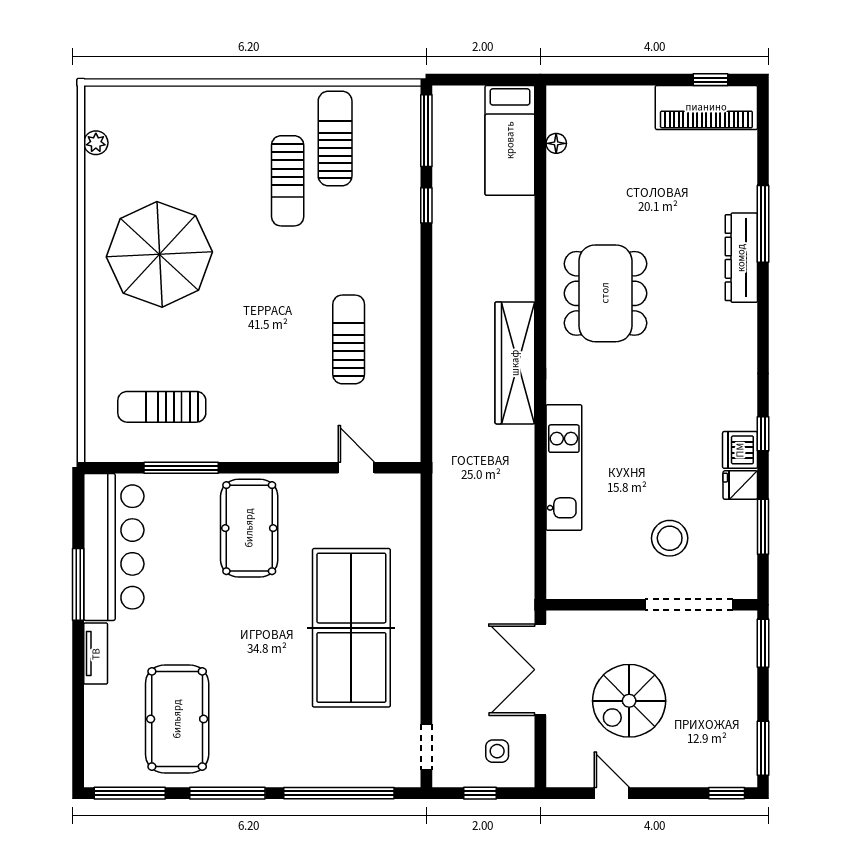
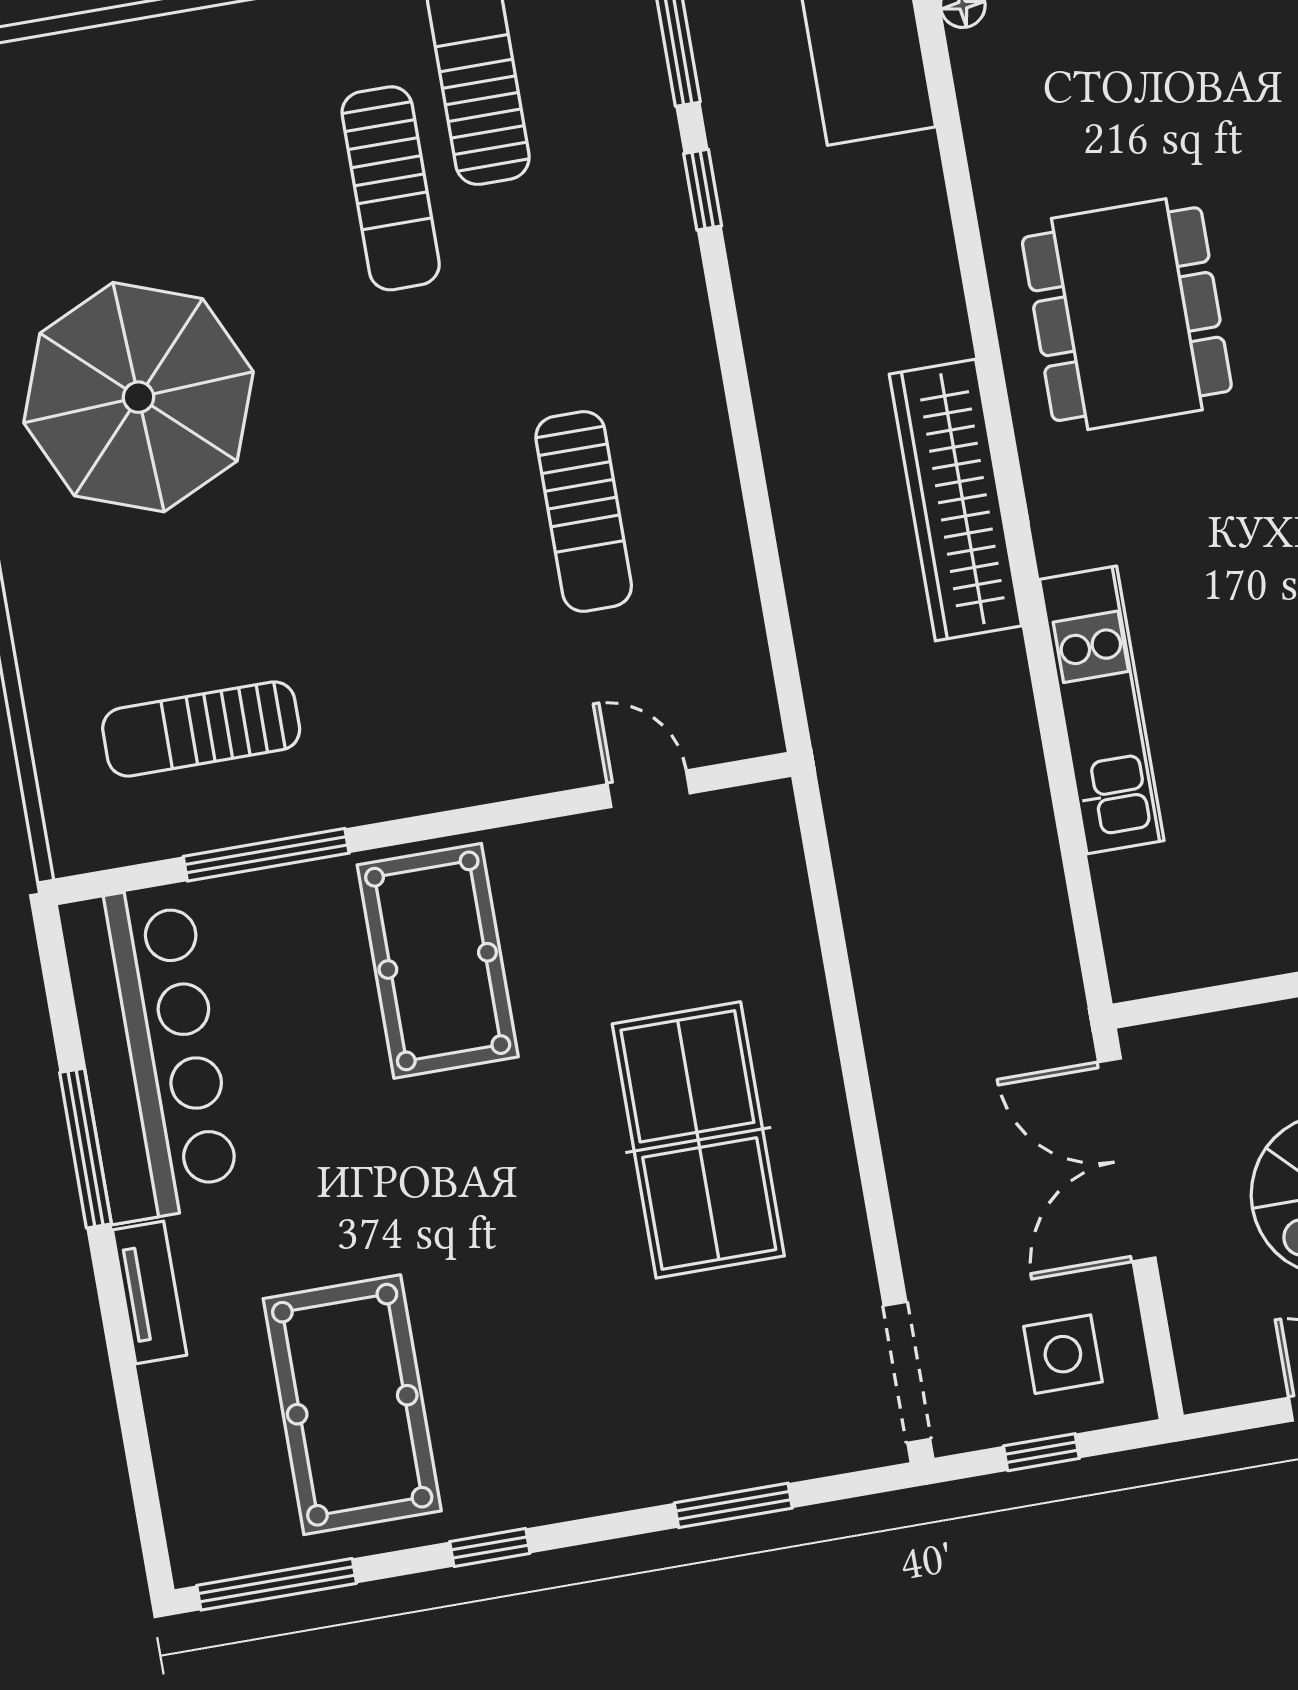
sun lounger: (349, 339) -> (584, 511), turned 180
table tennis table: (351, 628) -> (698, 1140), width x0.73, depth x0.76
doorway: (426, 747) -> (907, 1372), width x1.38
side table: (497, 751) -> (1063, 1354), width x1.37, depth x1.37
window: (227, 793) -> (490, 1547), width x0.46
window: (339, 793) -> (733, 1505), width x0.47

